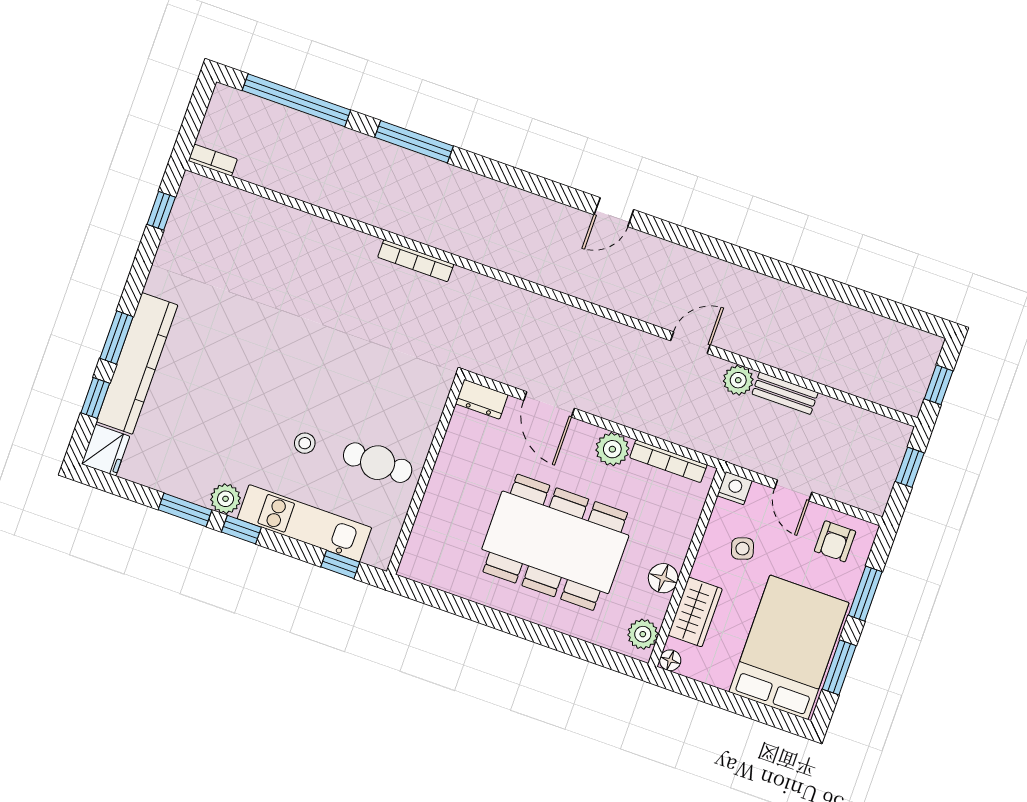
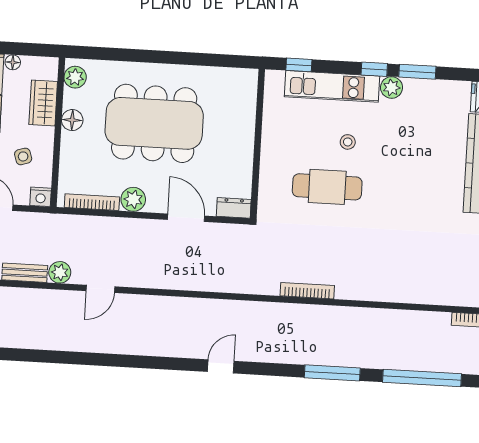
door: (614, 212) -> (221, 366), moved
cafe table: (378, 463) -> (327, 187), moved, width x1.37, depth x1.35
floor lamp: (670, 660) -> (13, 62), moved

